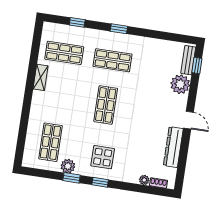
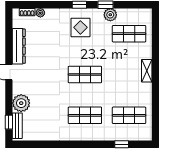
window: (119, 29) -> (84, 144), removed
shelving: (41, 77) -> (147, 71), moved
shop shelf: (106, 105) -> (85, 74), turned 90
shop shelf: (50, 142) -> (129, 34), turned 90

